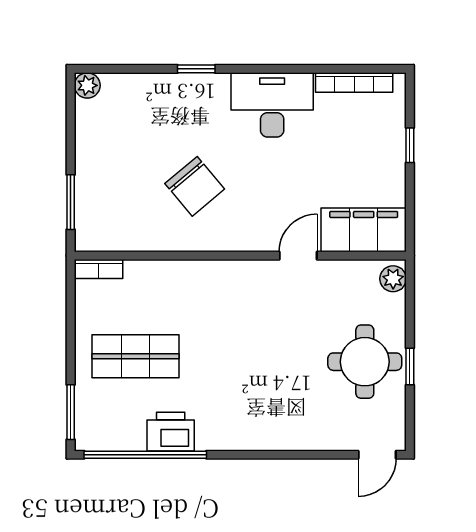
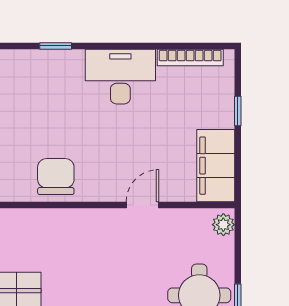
chair: (195, 186) -> (56, 177), moved, turned -140
filing cabinet: (364, 230) -> (216, 166), moved, turned -90

